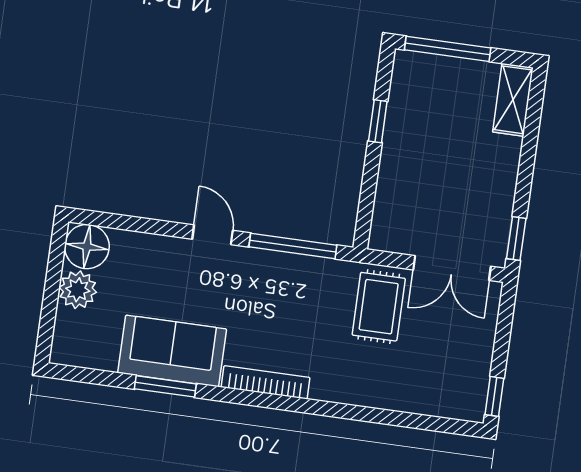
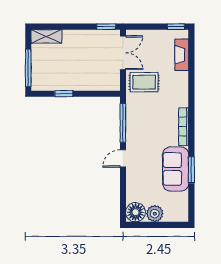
fireplace: (429, 401) -> (182, 55), added

